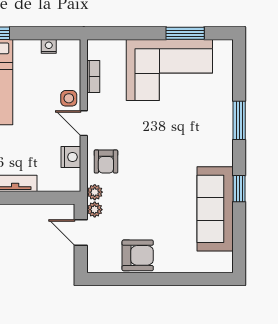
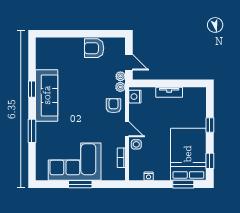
window: (185, 33) -> (80, 184), moved
nightstand: (71, 157) -> (135, 97), moved
sofa: (215, 209) -> (47, 95), moved

